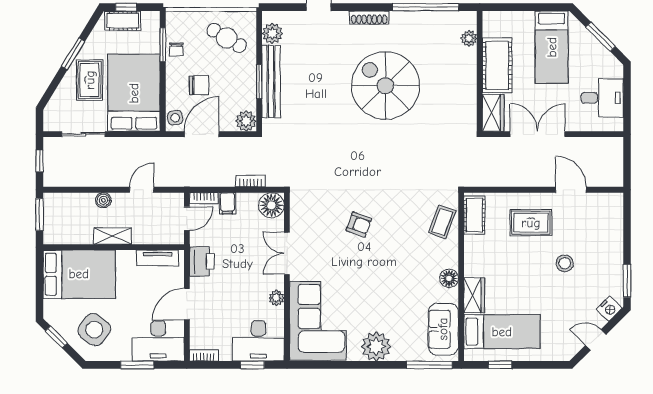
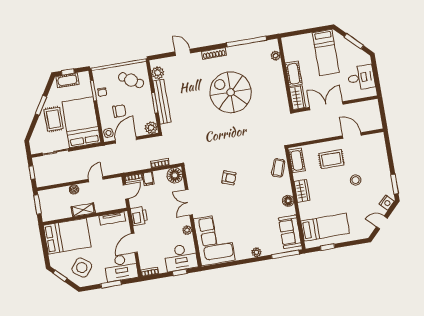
cot: (497, 65) -> (294, 74), width x0.73, depth x0.75
wardrobe: (474, 295) -> (302, 191), moved
plant: (376, 346) -> (256, 252), width x0.53, depth x0.53

